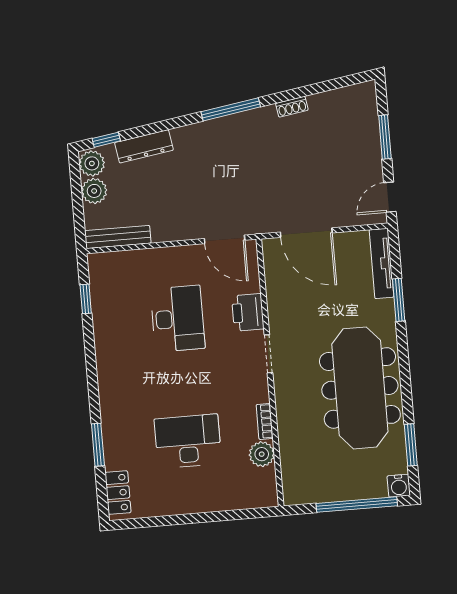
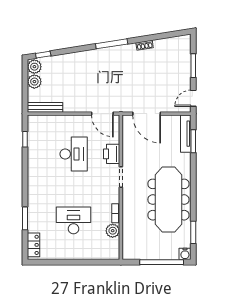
dresser: (144, 146) -> (63, 60), removed
window: (399, 300) -> (193, 141), moved

